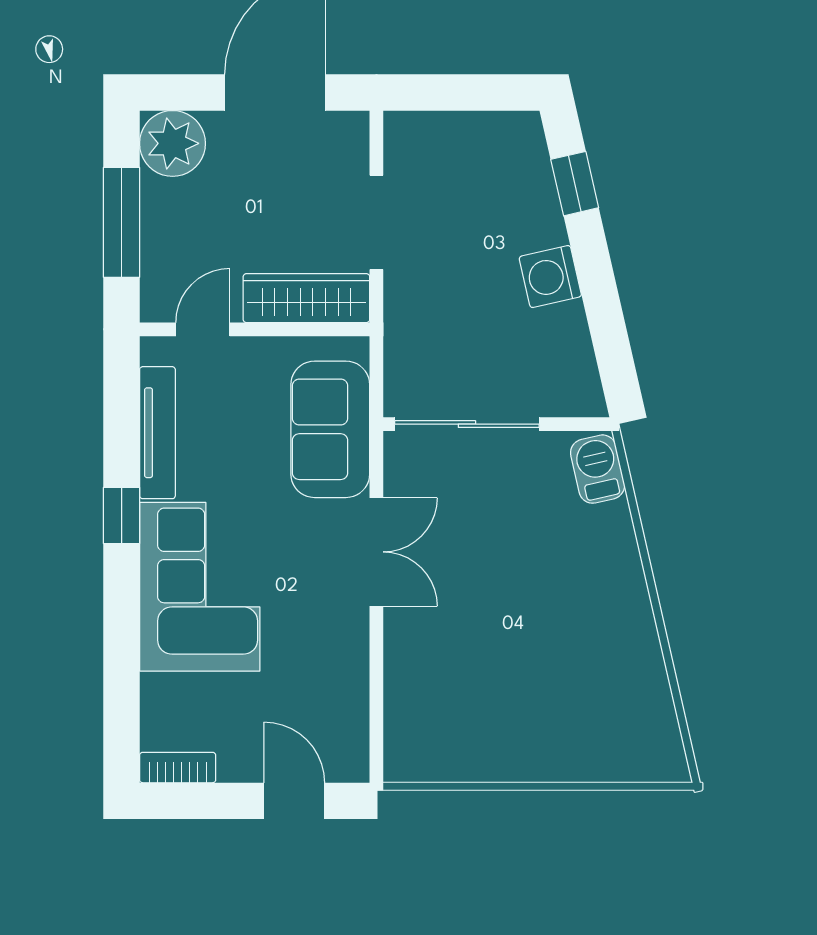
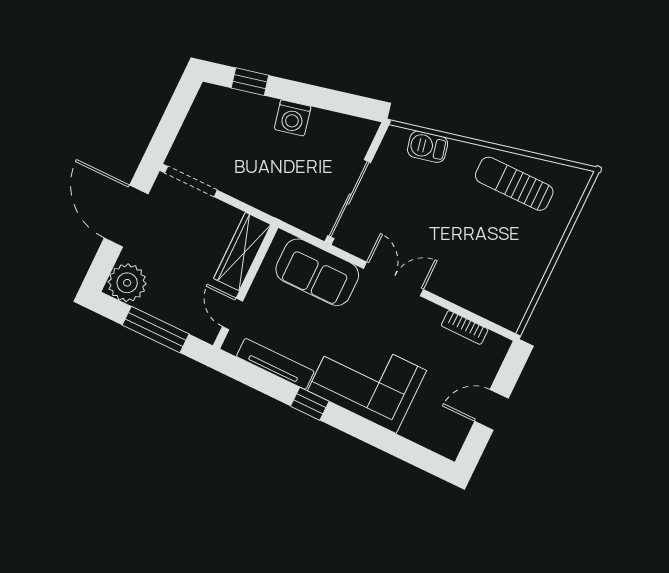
doorway: (376, 222) -> (191, 182), moved
barbecue: (598, 469) -> (428, 147), moved
sun lounger: (613, 668) -> (514, 184), added
bookcase: (178, 768) -> (465, 327), moved, turned -90
door: (294, 801) -> (492, 410), moved

